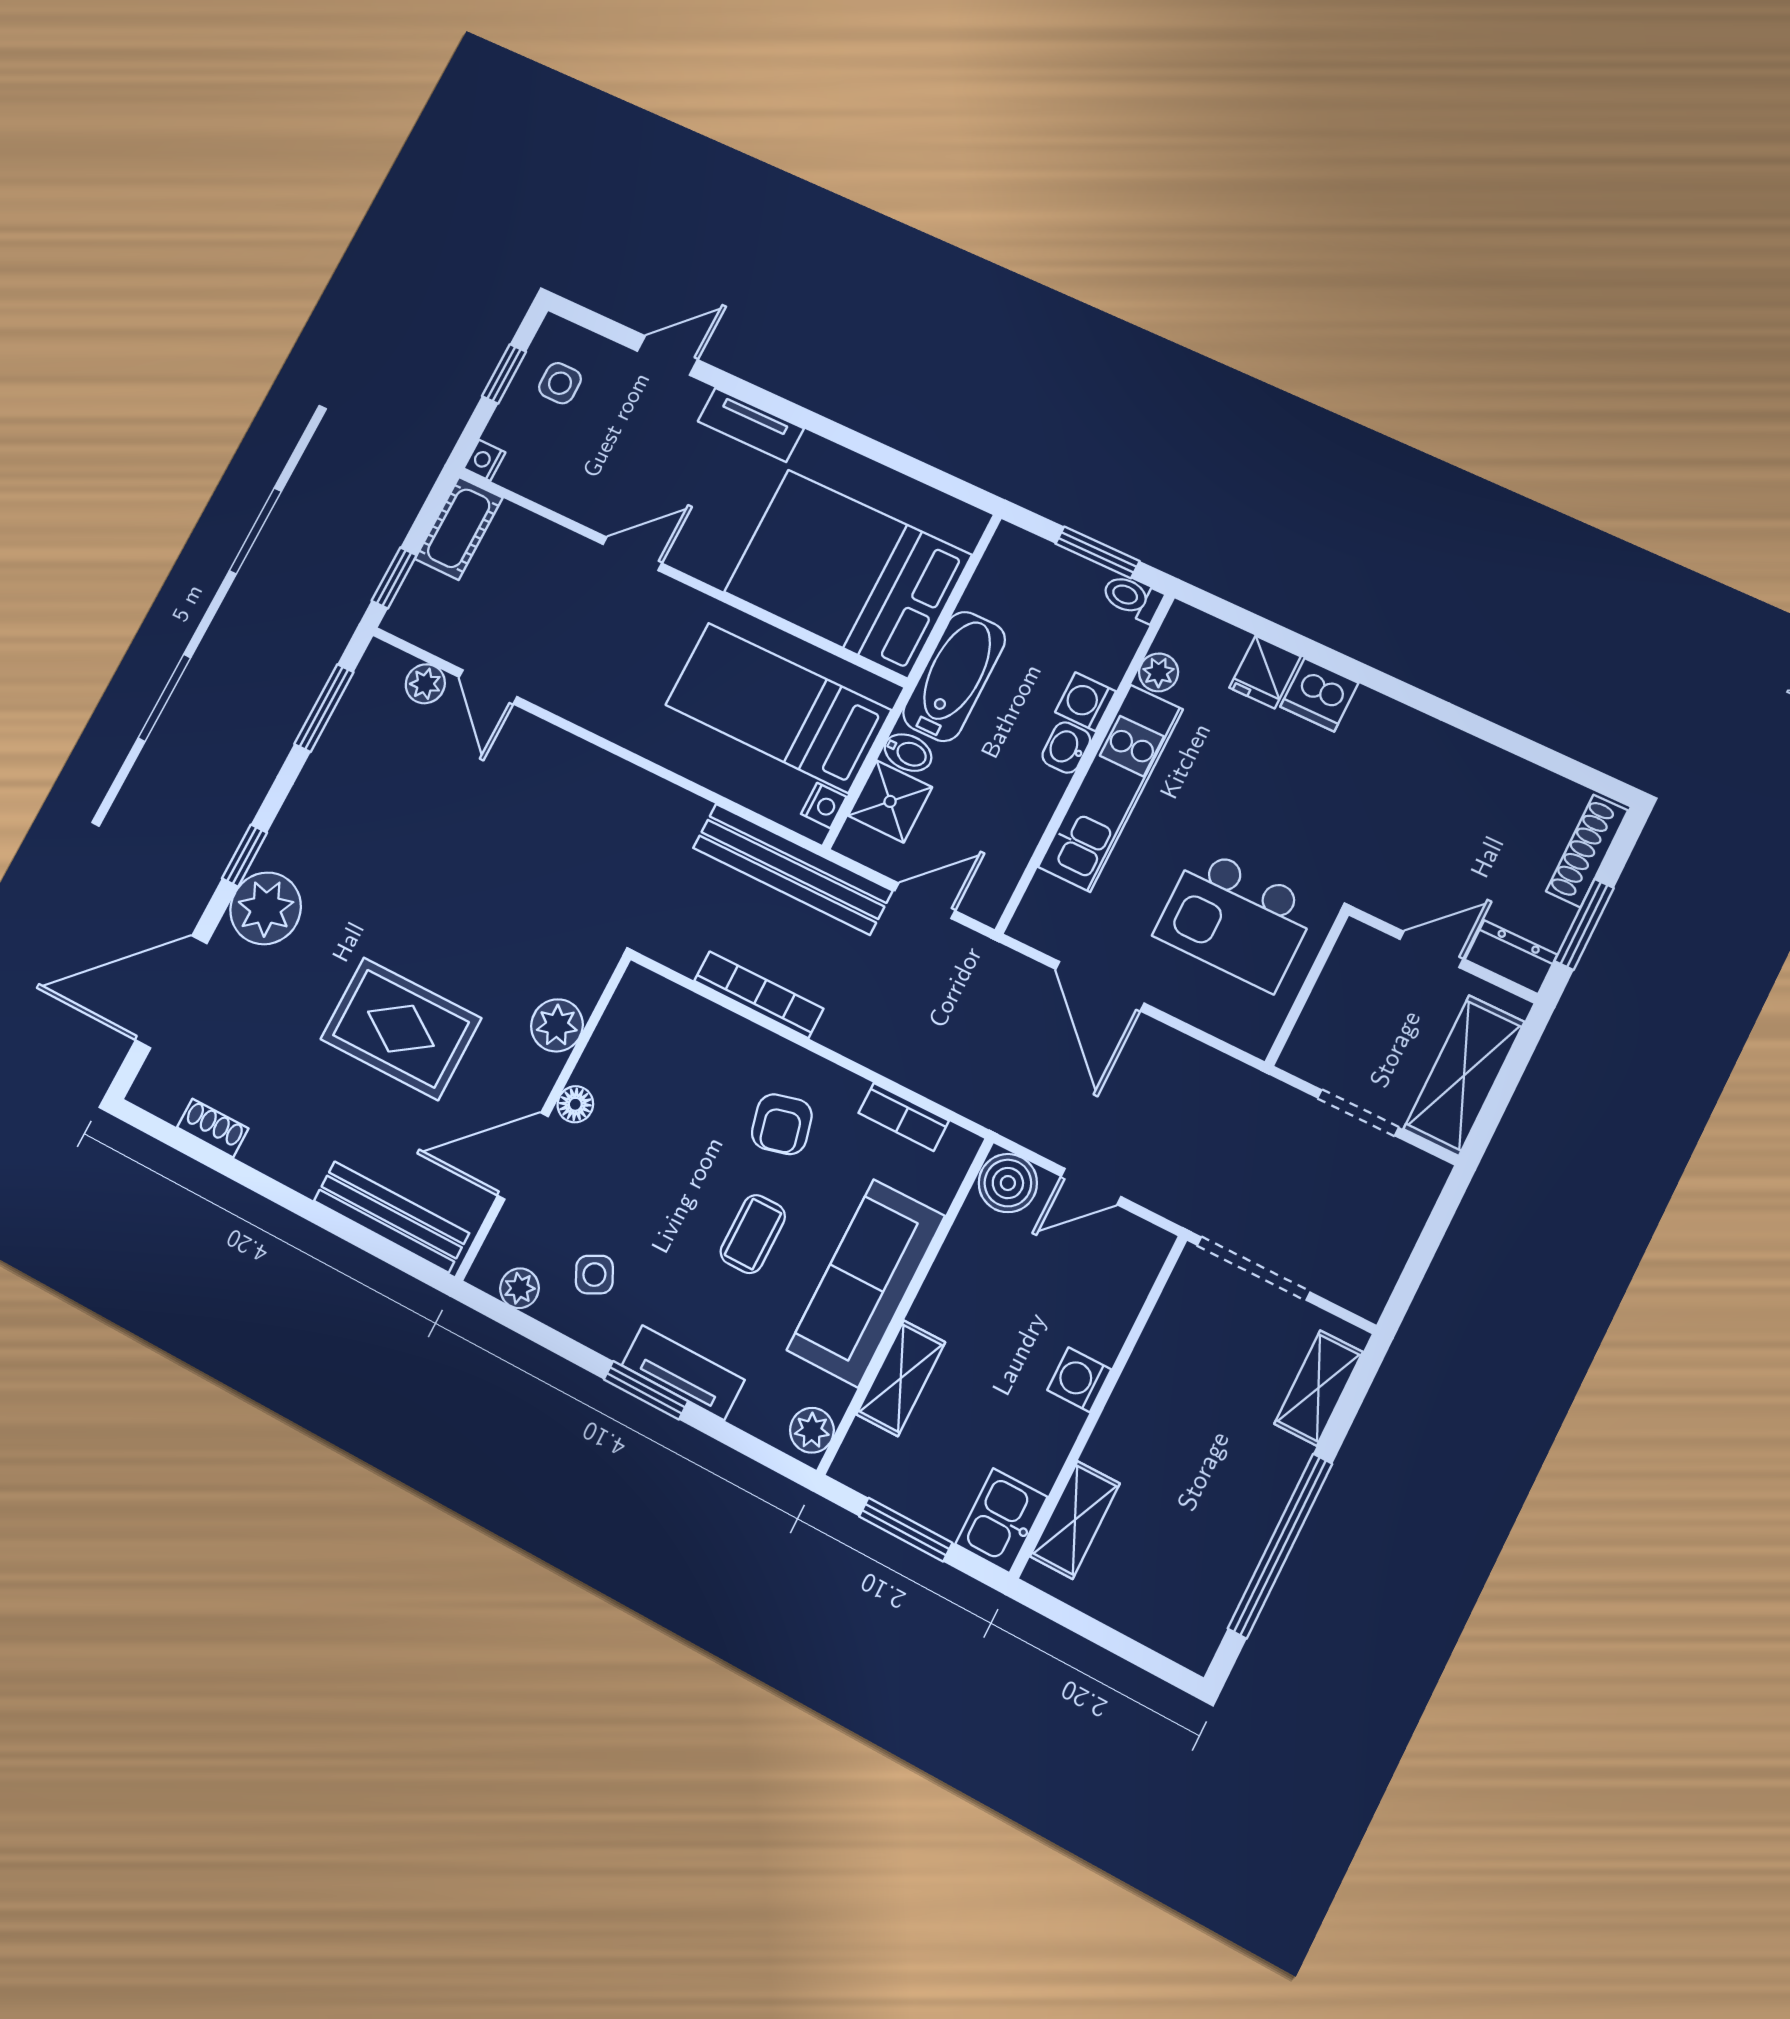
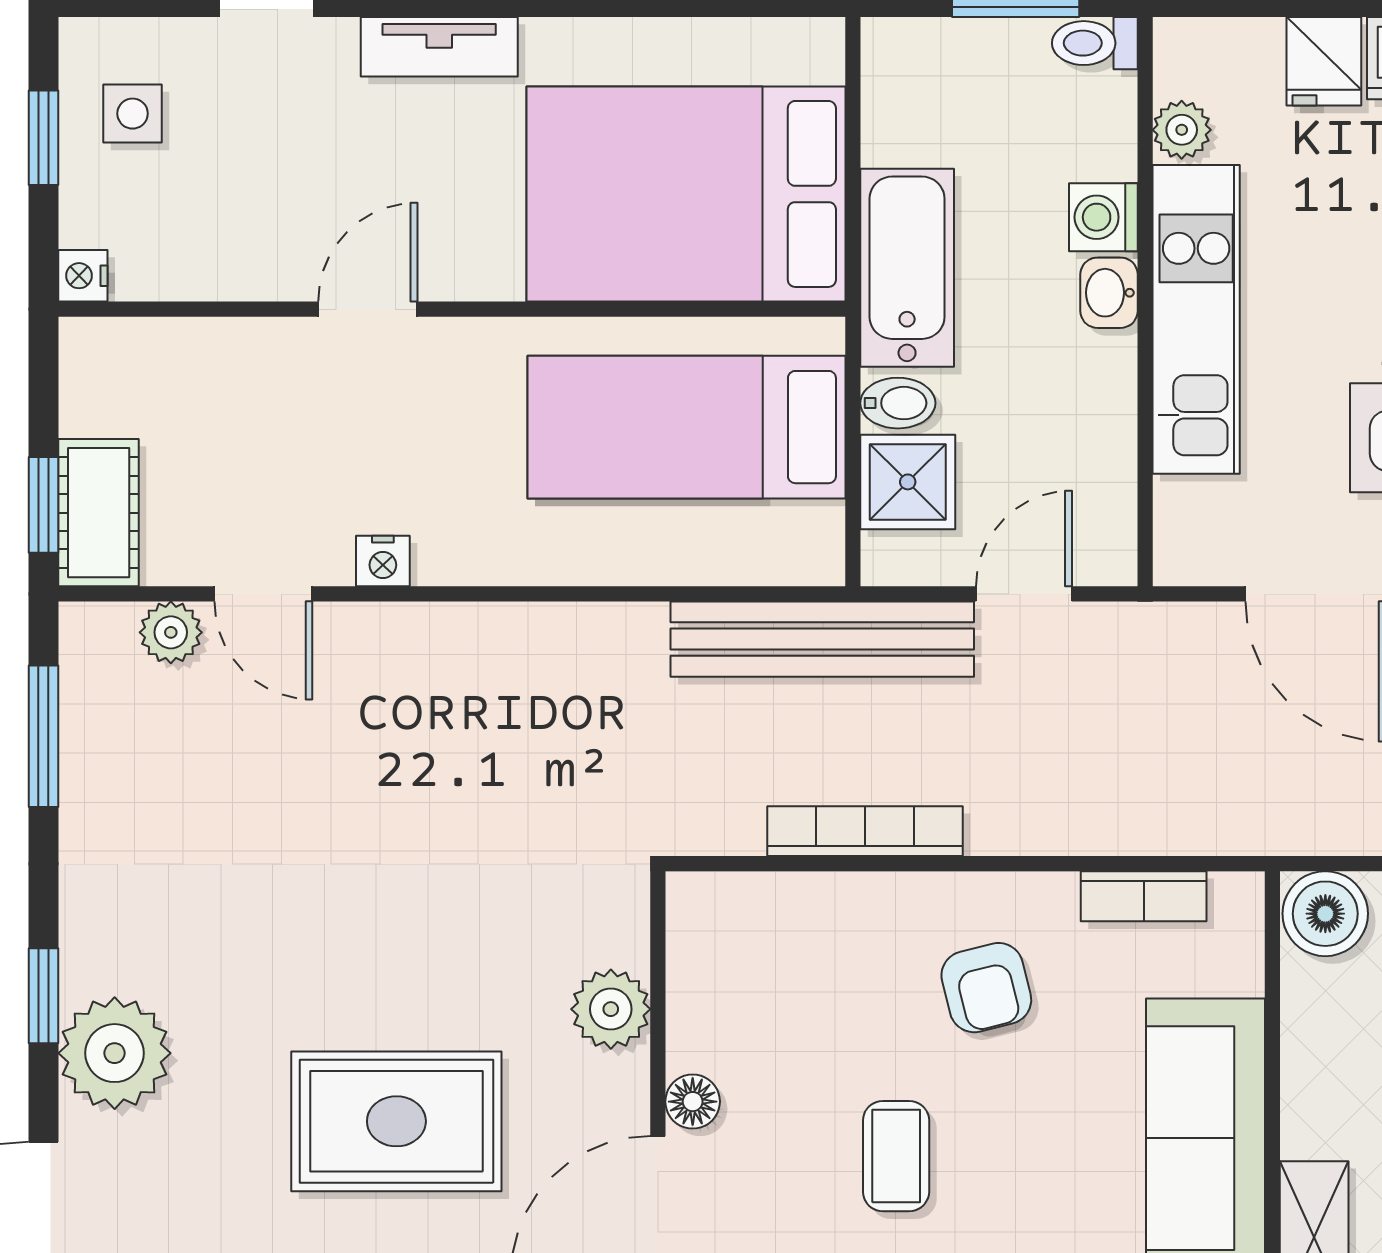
cot: (459, 528) -> (99, 513), moved
nightstand: (824, 805) -> (383, 561), moved, turned 90
coffee table: (753, 1234) -> (896, 1156), moved

